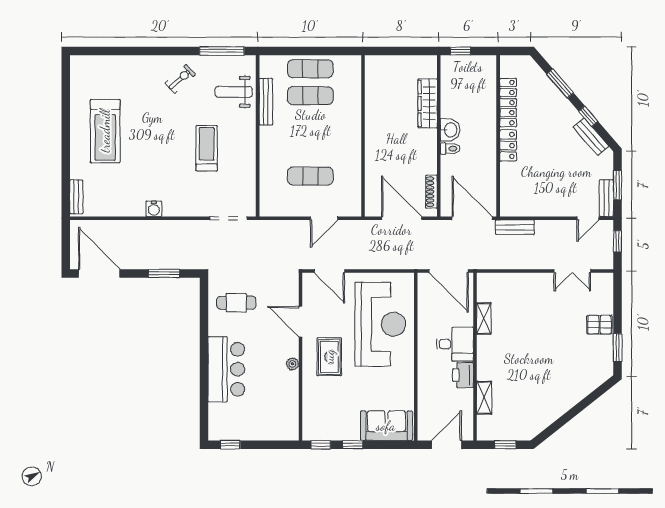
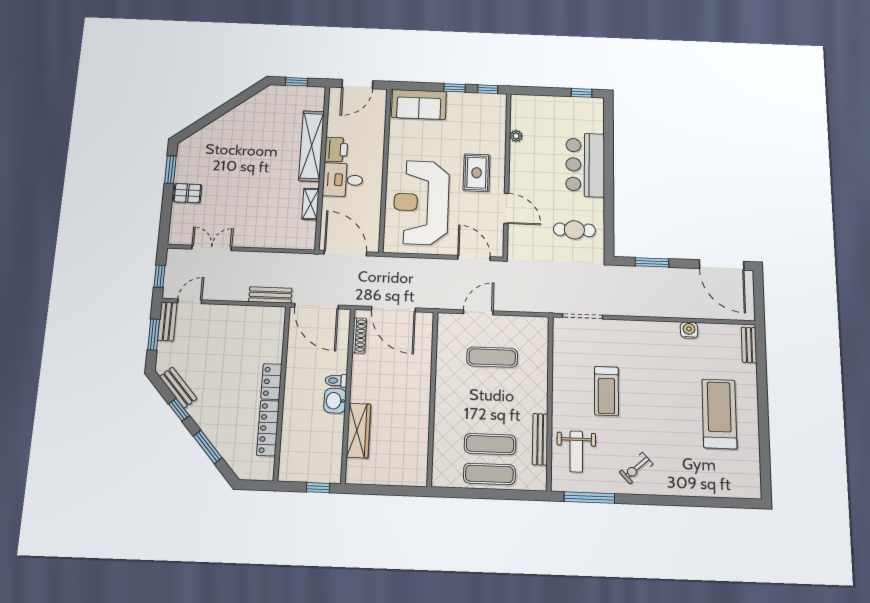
weight bench: (234, 92) -> (576, 452), turned 90
water cooler: (154, 209) -> (689, 330), moved
plant: (292, 364) -> (516, 136), moved
shelving: (484, 398) -> (311, 146), width x2.20, depth x1.33

